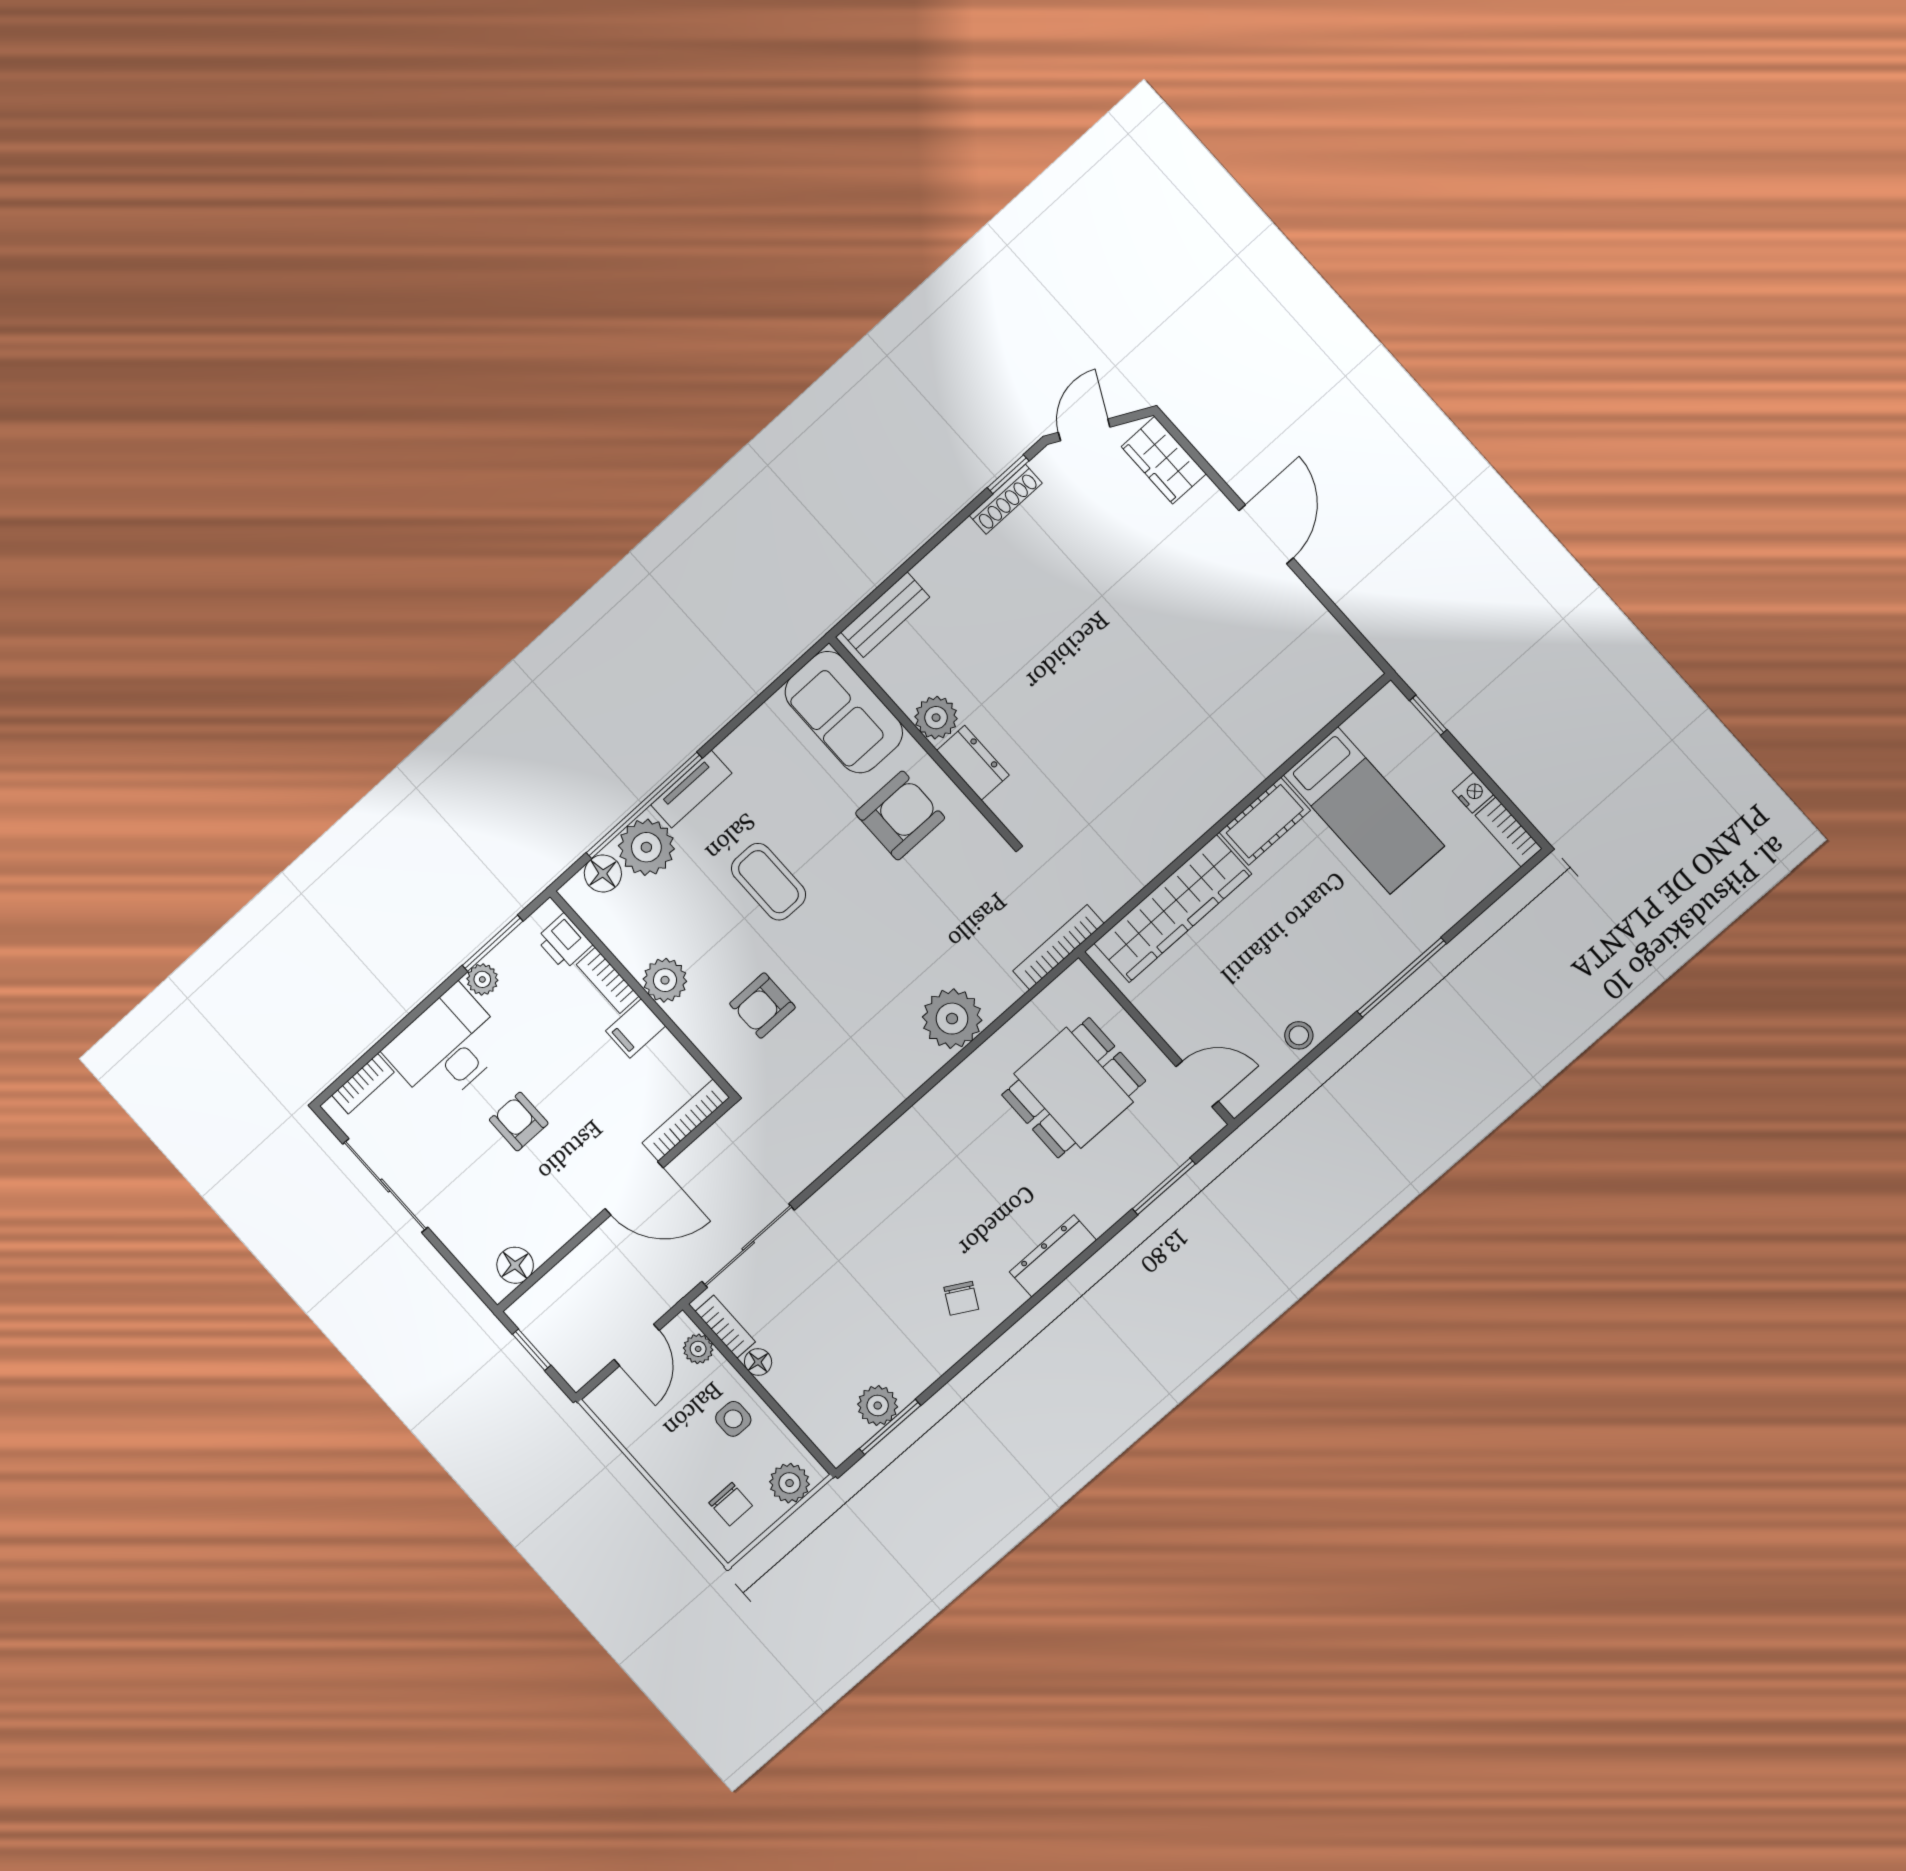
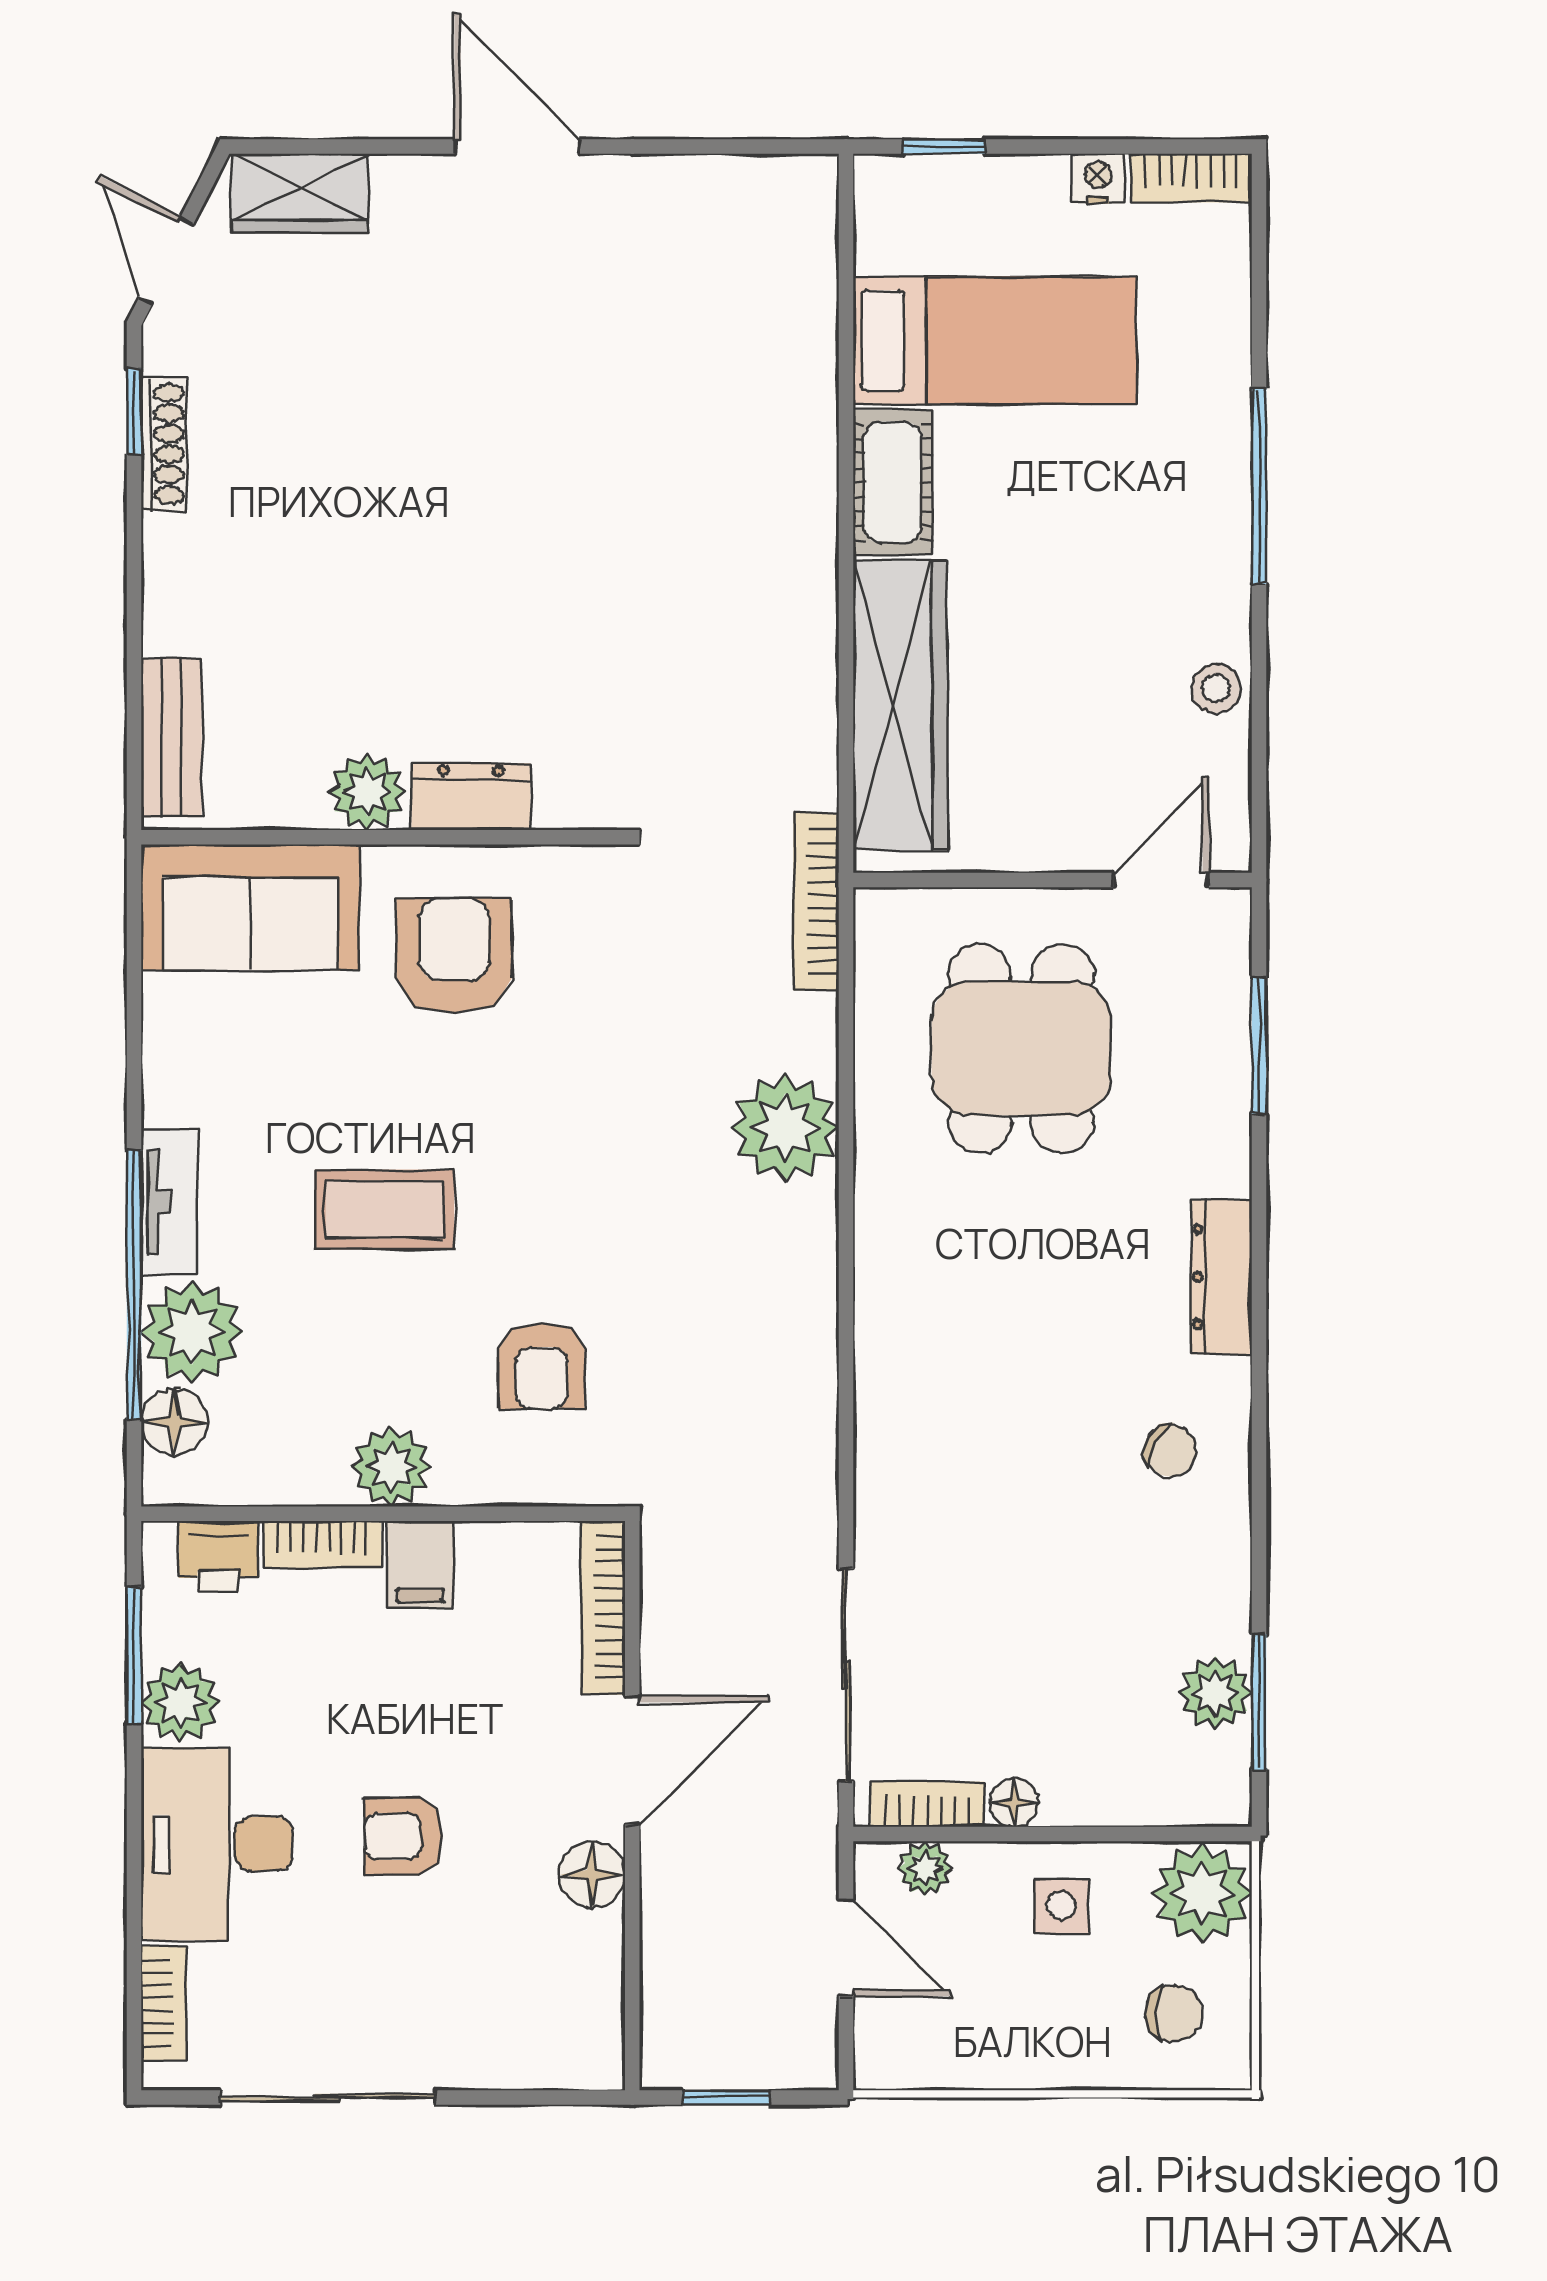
plant: (482, 979) -> (180, 1702), width x1.38, depth x1.38
floor lamp: (515, 1265) -> (592, 1875), moved
plant: (790, 1483) -> (1202, 1894), width x1.36, depth x1.36

